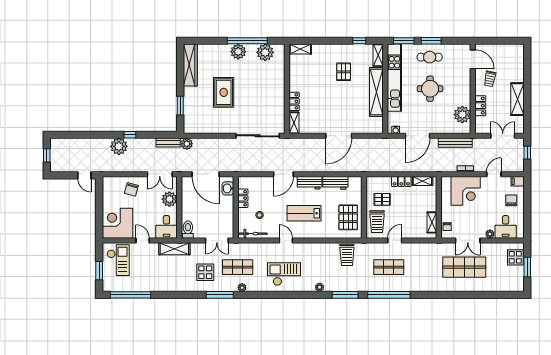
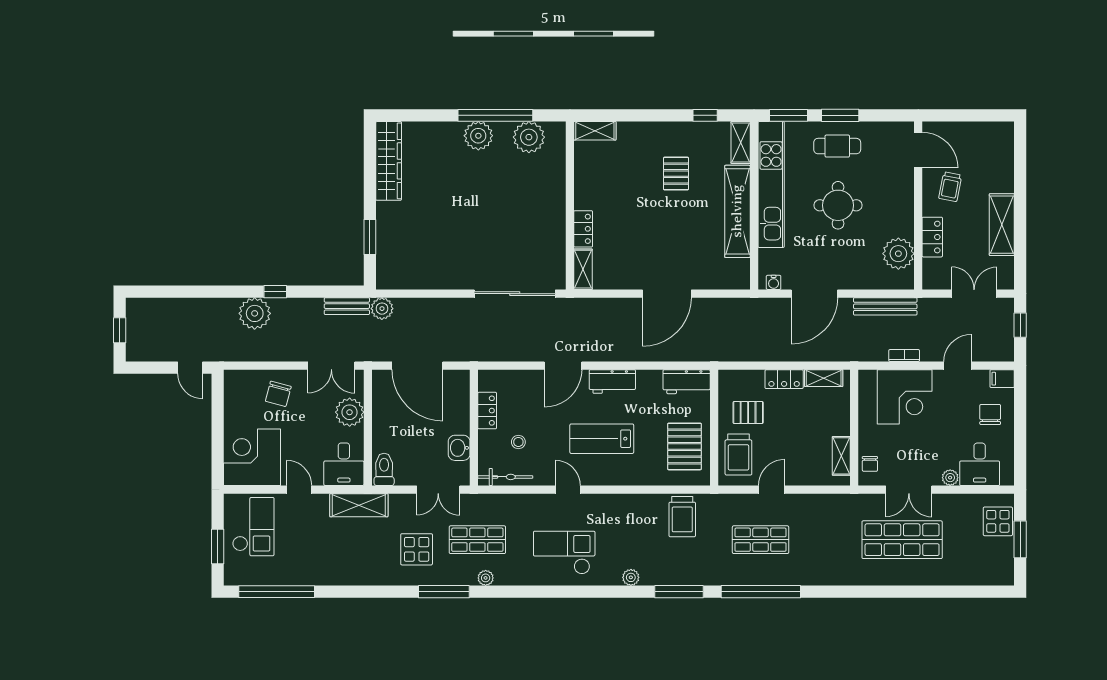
rug: (224, 92) -> (451, 212), removed
workbench: (335, 183) -> (687, 382), moved
washbasin: (228, 188) -> (459, 448), moved

